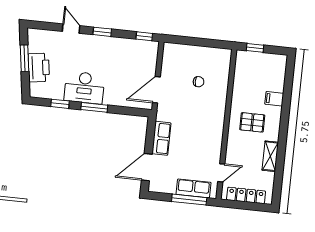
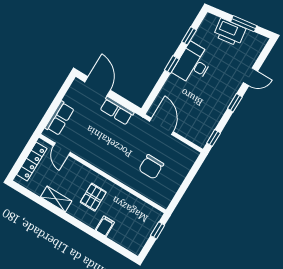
chair: (199, 82) -> (151, 167), width x1.87, depth x1.87
window: (94, 107) -> (172, 65), width x0.67
window: (189, 200) -> (52, 110), removed

